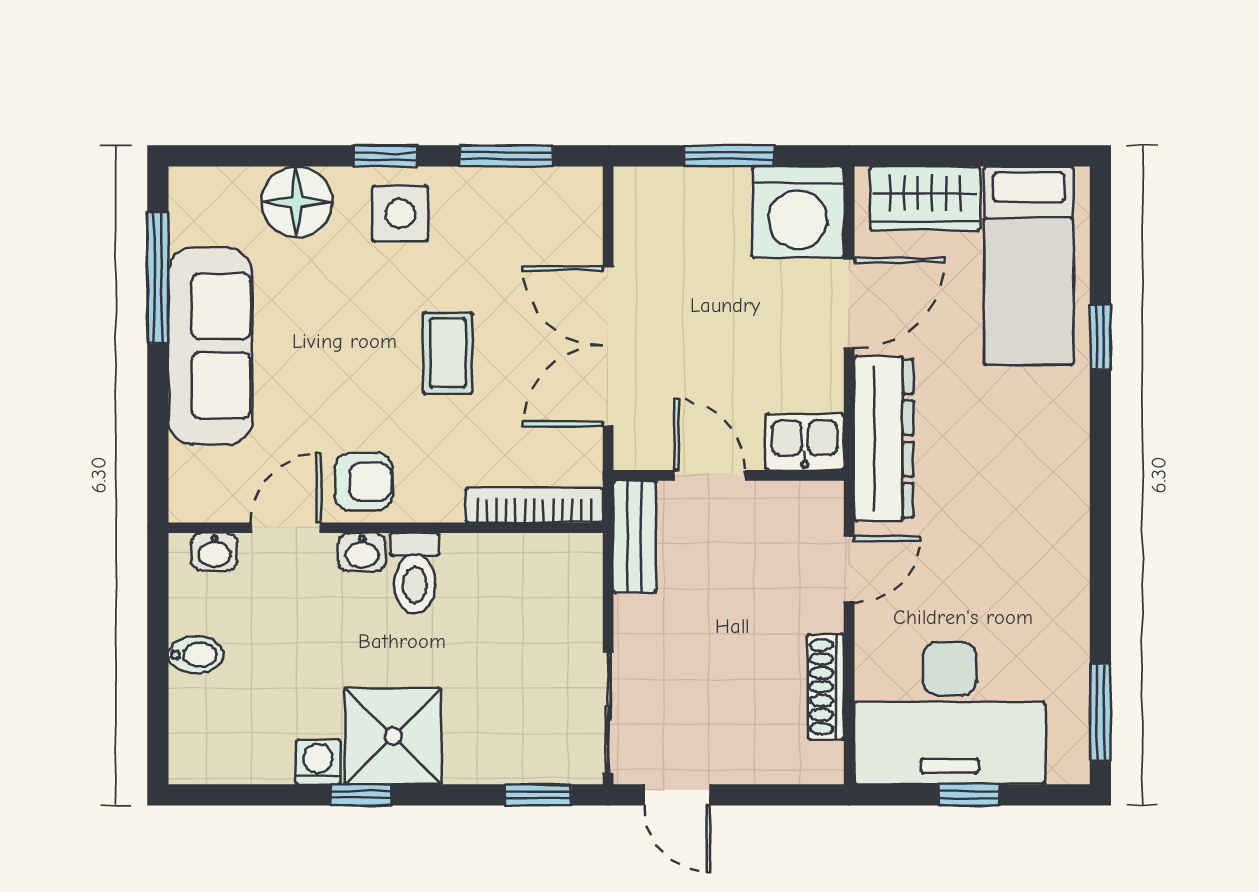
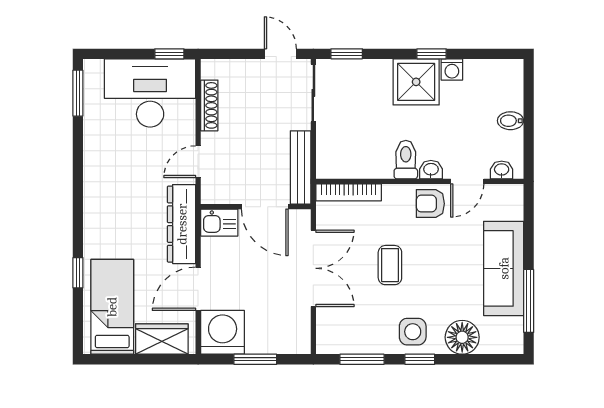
door: (710, 475) -> (265, 207), width x1.38
bench: (635, 537) -> (301, 167), width x1.36
window: (969, 795) -> (169, 54), moved

